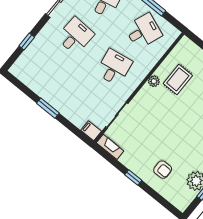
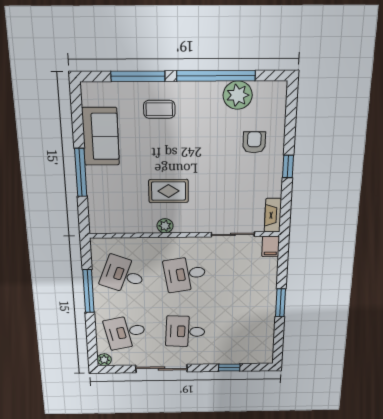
rug: (178, 79) -> (169, 191), moved

